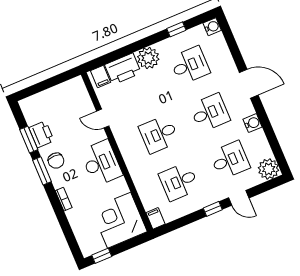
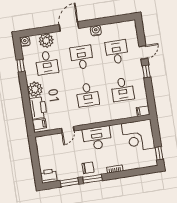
desk: (190, 65) -> (47, 63), turned 180
printer: (41, 134) -> (49, 176), moved
plant: (269, 169) -> (46, 40), moved

